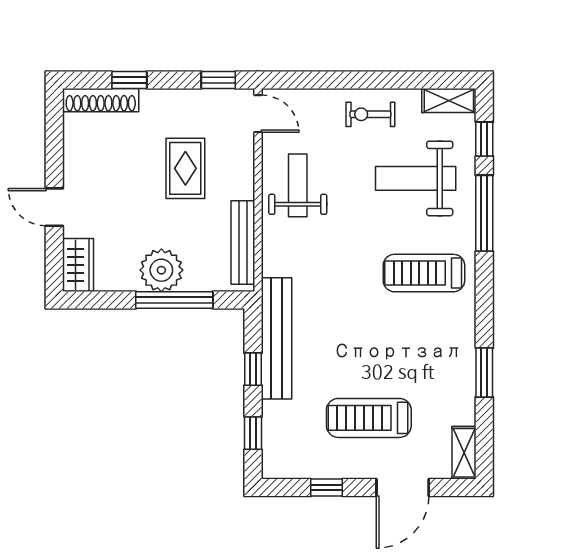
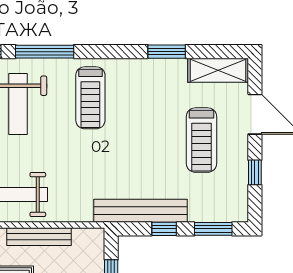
bench: (243, 243) -> (39, 237), moved
window: (253, 433) -> (213, 229), width x1.50
shelving: (464, 453) -> (218, 70), width x1.50, depth x1.33

